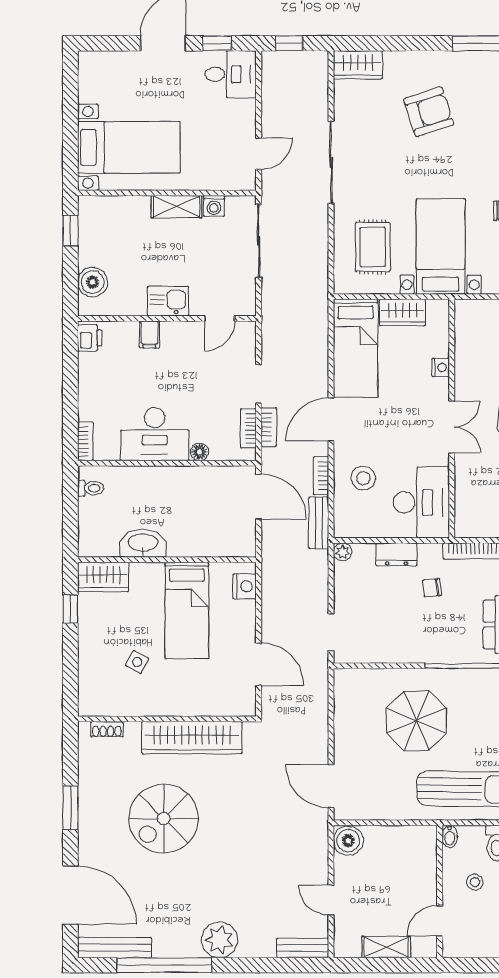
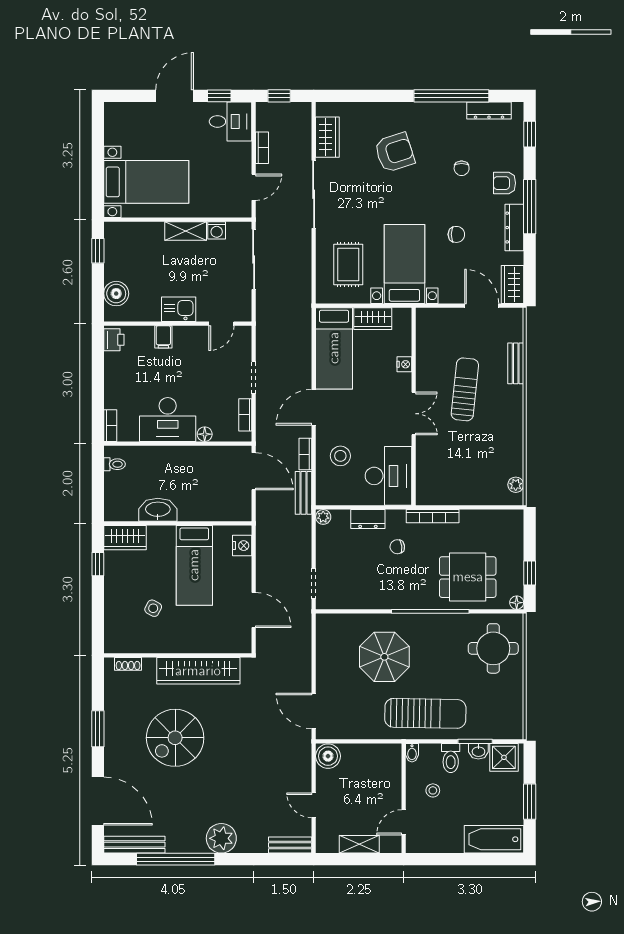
wardrobe: (358, 65) -> (327, 137), moved, turned -90
bookcase: (269, 427) -> (262, 148), moved

